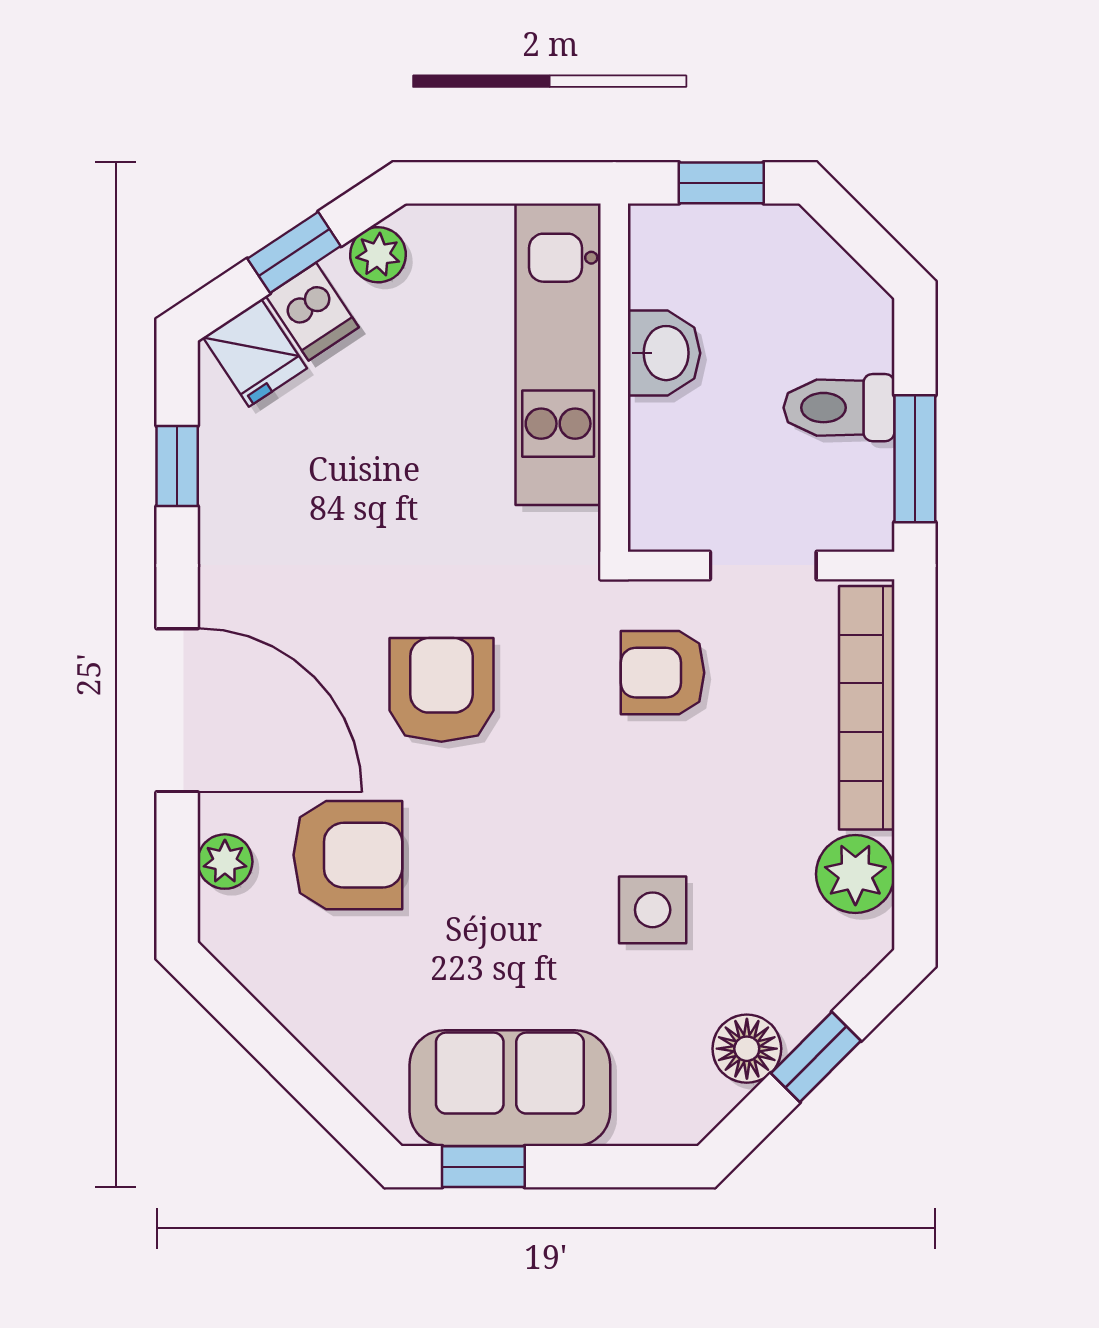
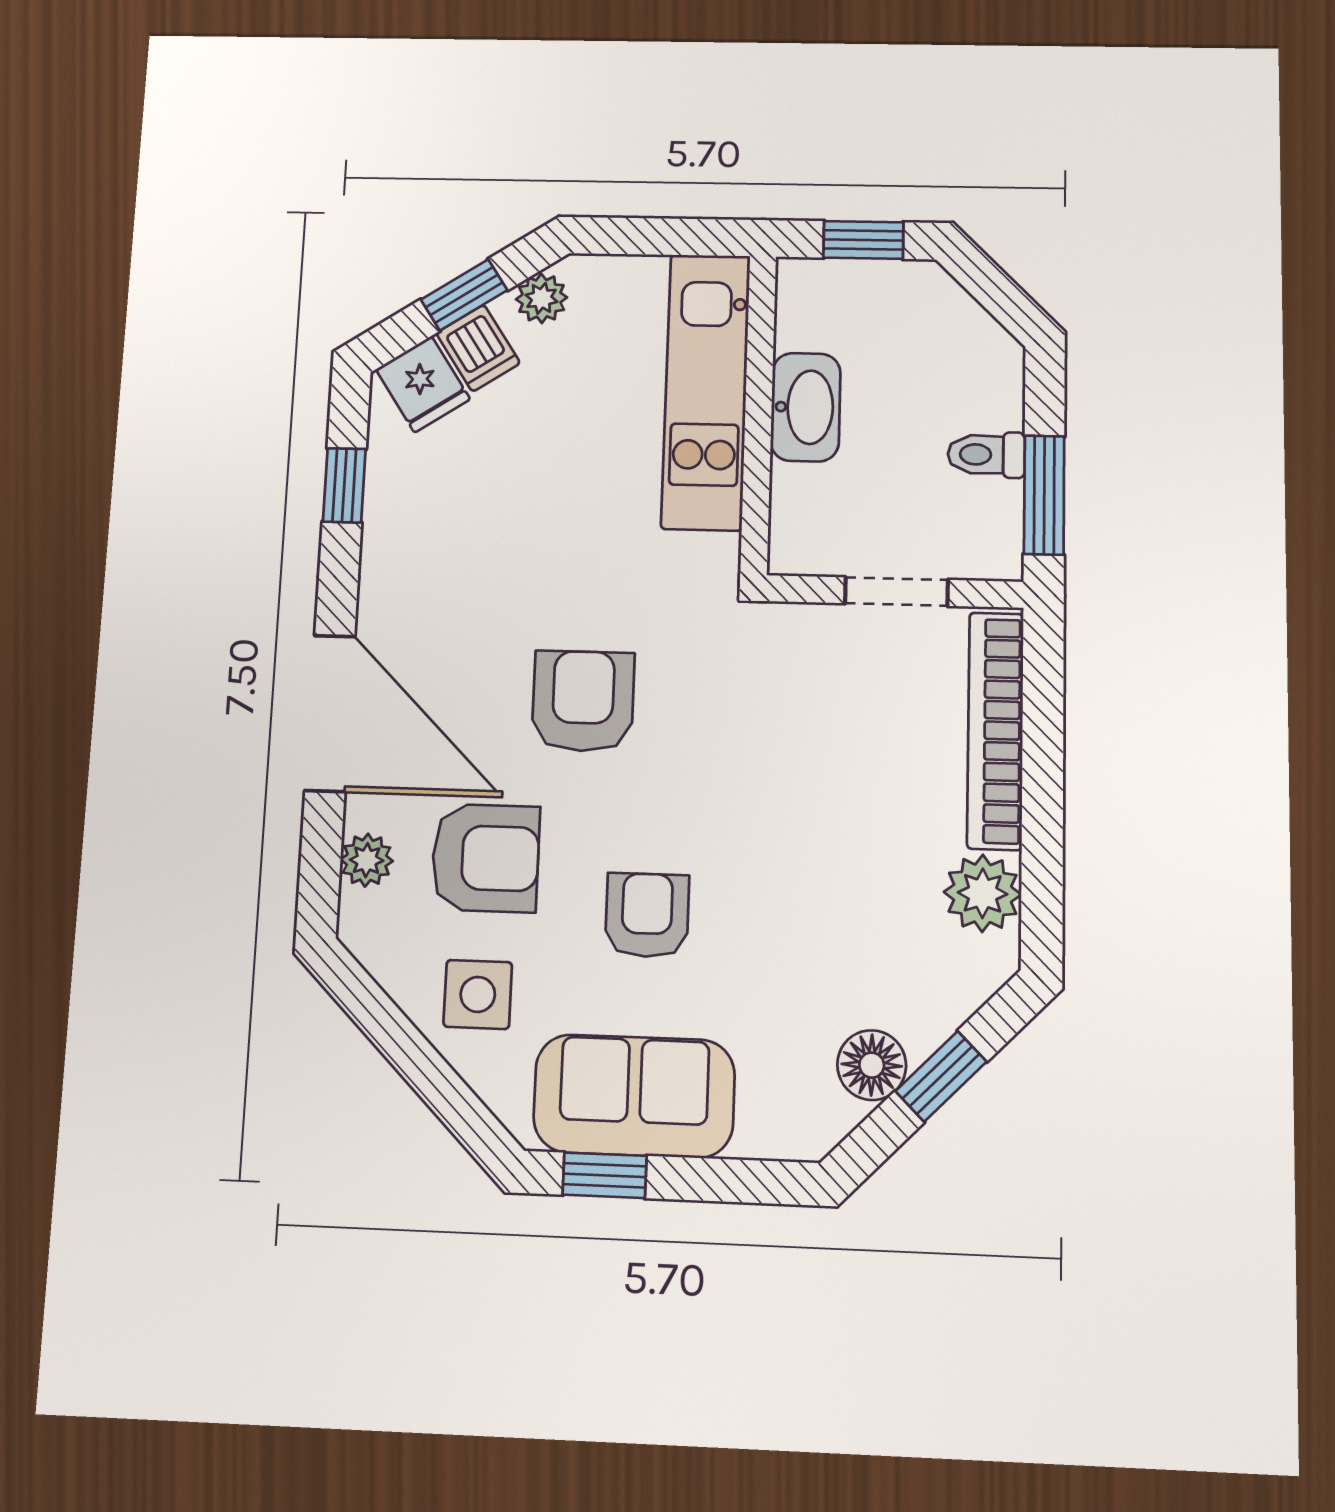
washbasin: (664, 353) -> (805, 407), width x1.38
toilet: (839, 408) -> (986, 455), width x0.73, depth x0.72
armchair: (663, 673) -> (647, 915), moved, turned 90
side table: (653, 910) -> (478, 994), moved

